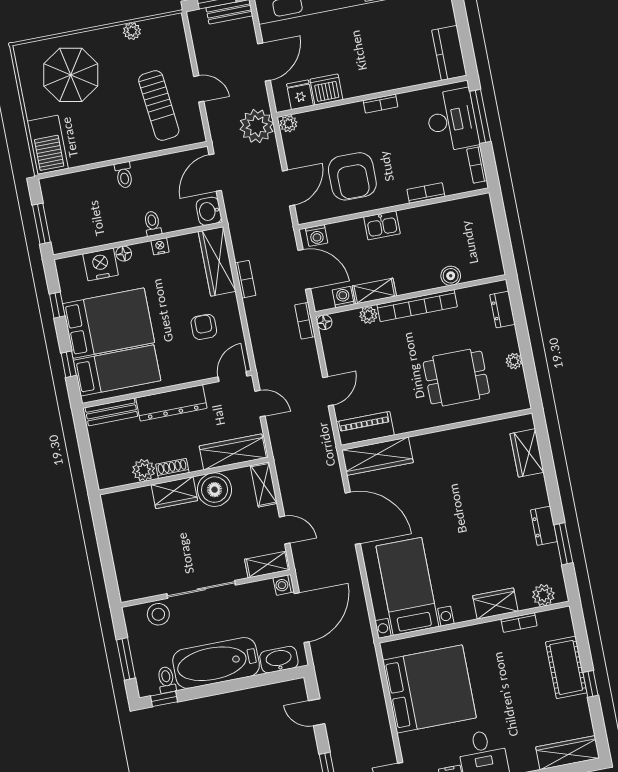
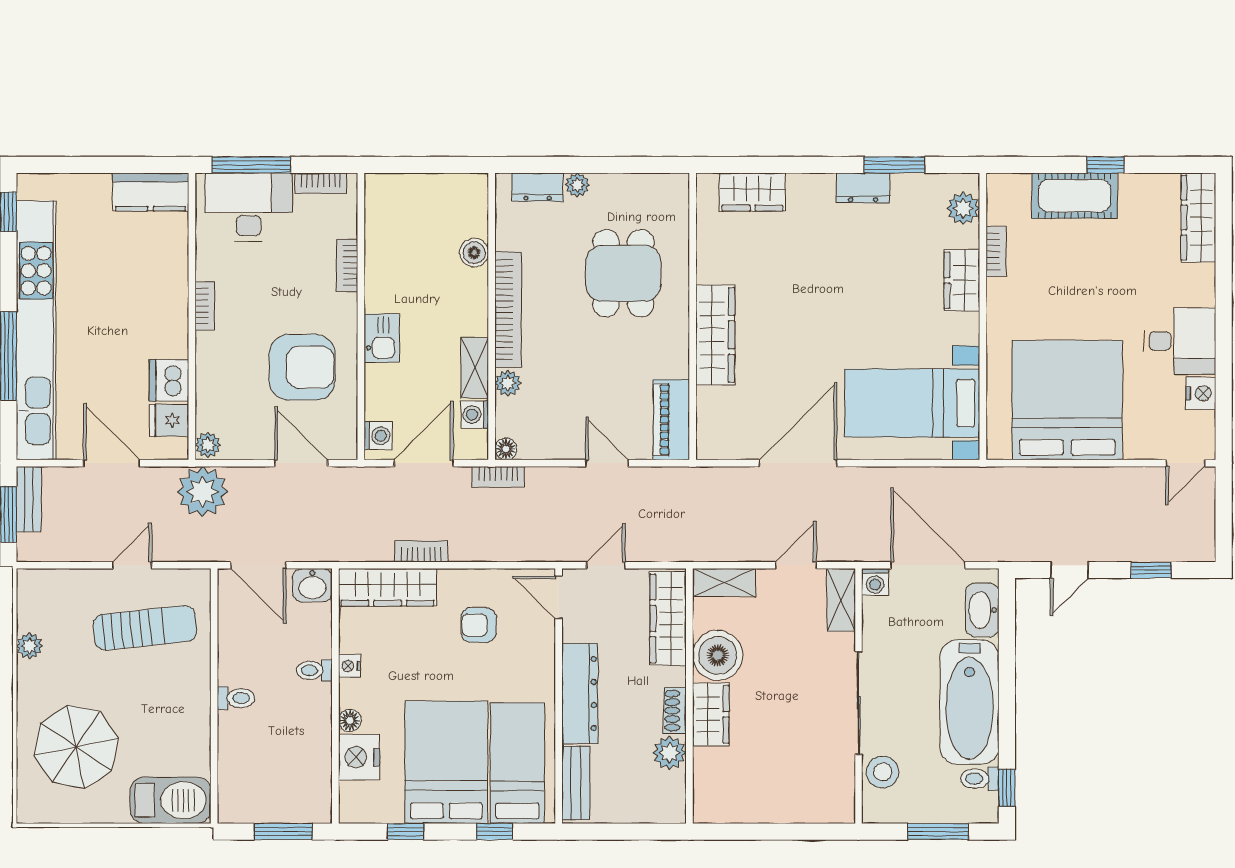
plant: (514, 361) -> (577, 185), moved
wardrobe: (377, 456) -> (715, 335), moved

